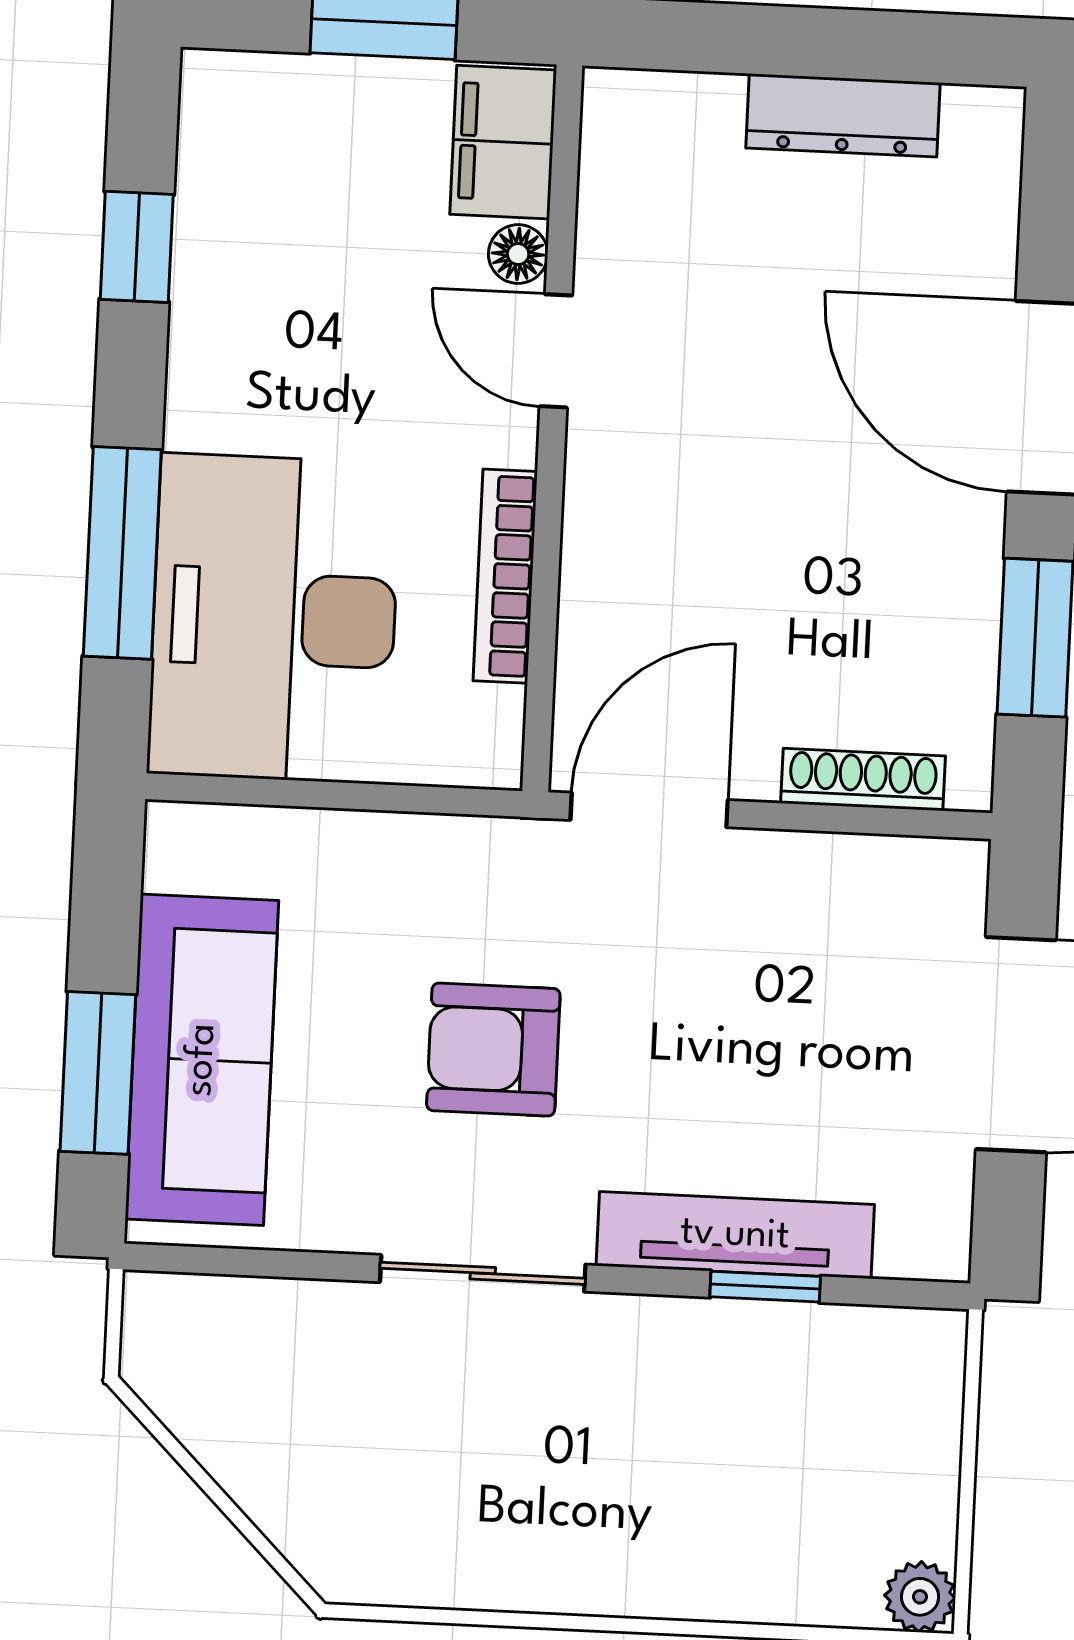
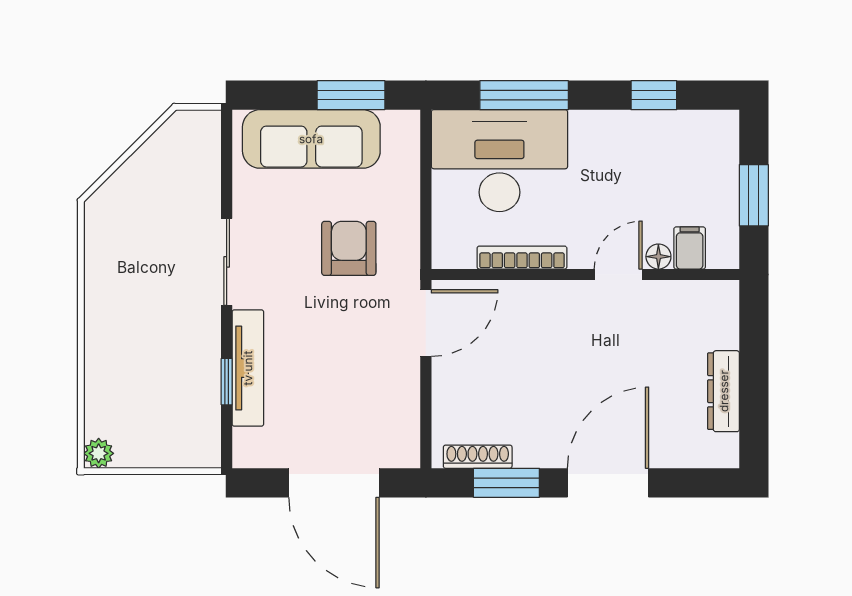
filing cabinet: (503, 142) -> (690, 248), width x0.50
shoe rack: (863, 780) -> (478, 457), moved, turned -90
door: (649, 810) -> (426, 323), hinge flipped
armchair: (493, 1050) -> (349, 248), moved
window: (98, 1073) -> (351, 95), moved

